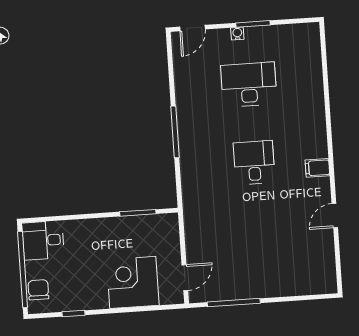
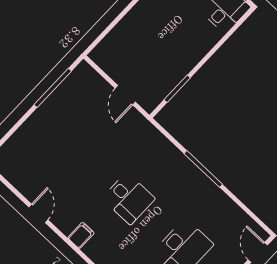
door: (185, 278) -> (125, 95), moved
corner desk: (133, 282) -> (136, 37), removed

